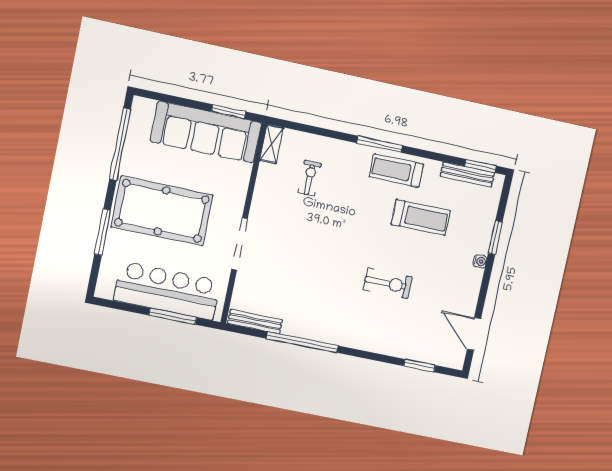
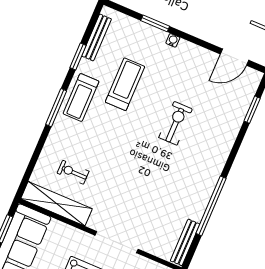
shelving: (272, 144) -> (57, 204), width x2.20, depth x1.33
window: (480, 166) -> (78, 56), moved

